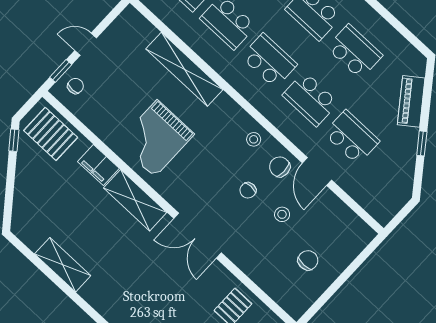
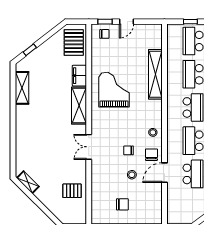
door: (86, 44) -> (127, 22), swing flipped
grand piano: (156, 138) -> (114, 90), turned 90
window: (14, 140) -> (30, 50), moved
double door: (198, 236) -> (89, 147), width x0.73
shelving: (63, 265) -> (22, 88), moved

